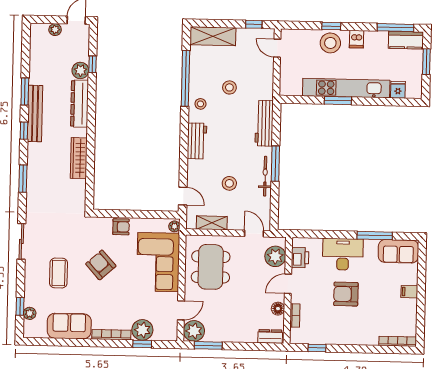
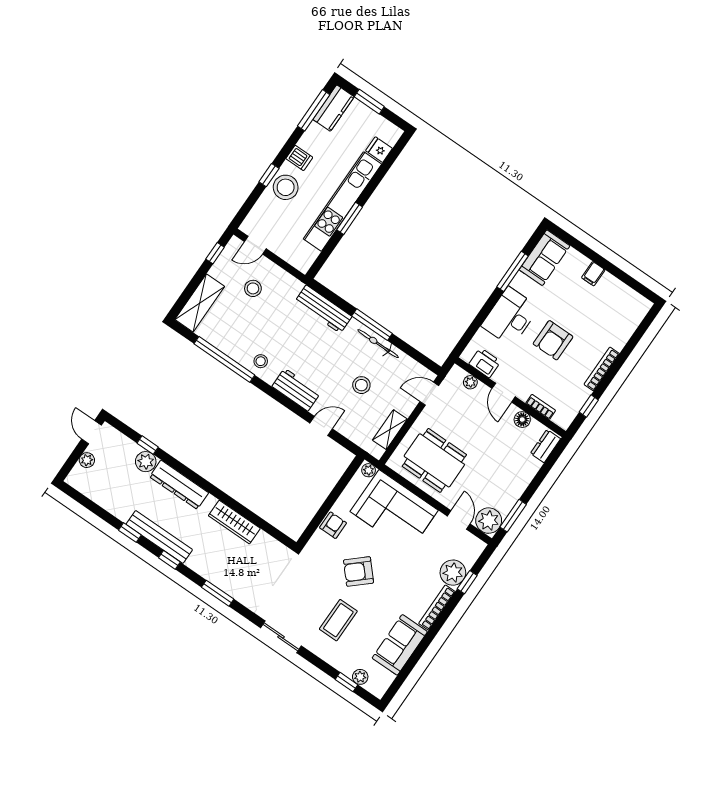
stool: (229, 87) -> (253, 288), moved
window: (25, 91) -> (130, 533), width x0.67
door: (183, 196) -> (321, 426), moved
plant: (275, 256) -> (470, 382), width x0.53, depth x0.53
coffee table: (59, 273) -> (338, 620), turned 90
bookcase: (398, 341) -> (602, 369), moved

